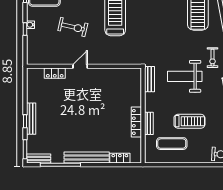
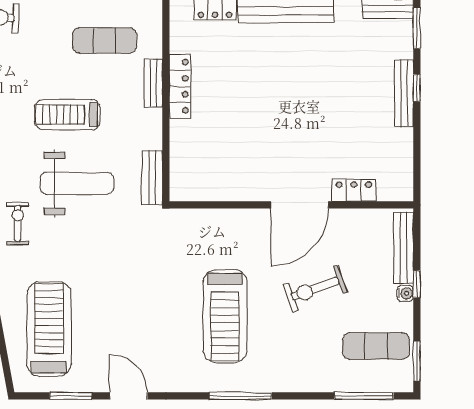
exercise bike: (73, 27) -> (315, 289), turned -33
bench: (31, 46) -> (403, 248), added
door: (80, 66) -> (300, 205), width x1.87
treadmill: (189, 121) -> (67, 115), moved

